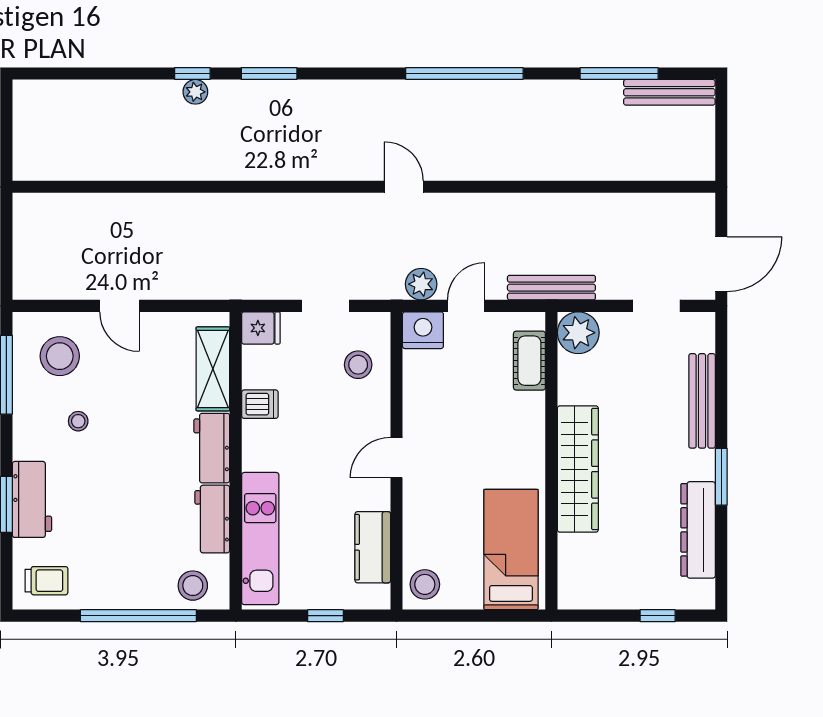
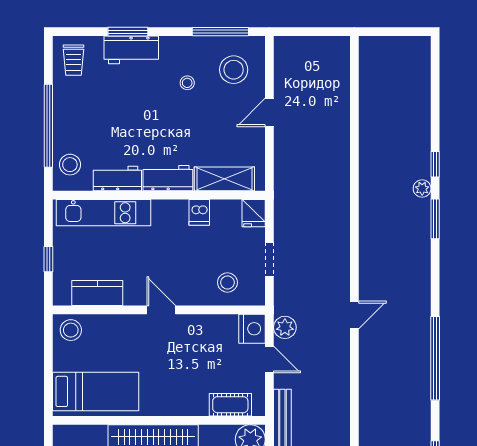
plant: (195, 92) -> (422, 189), moved

